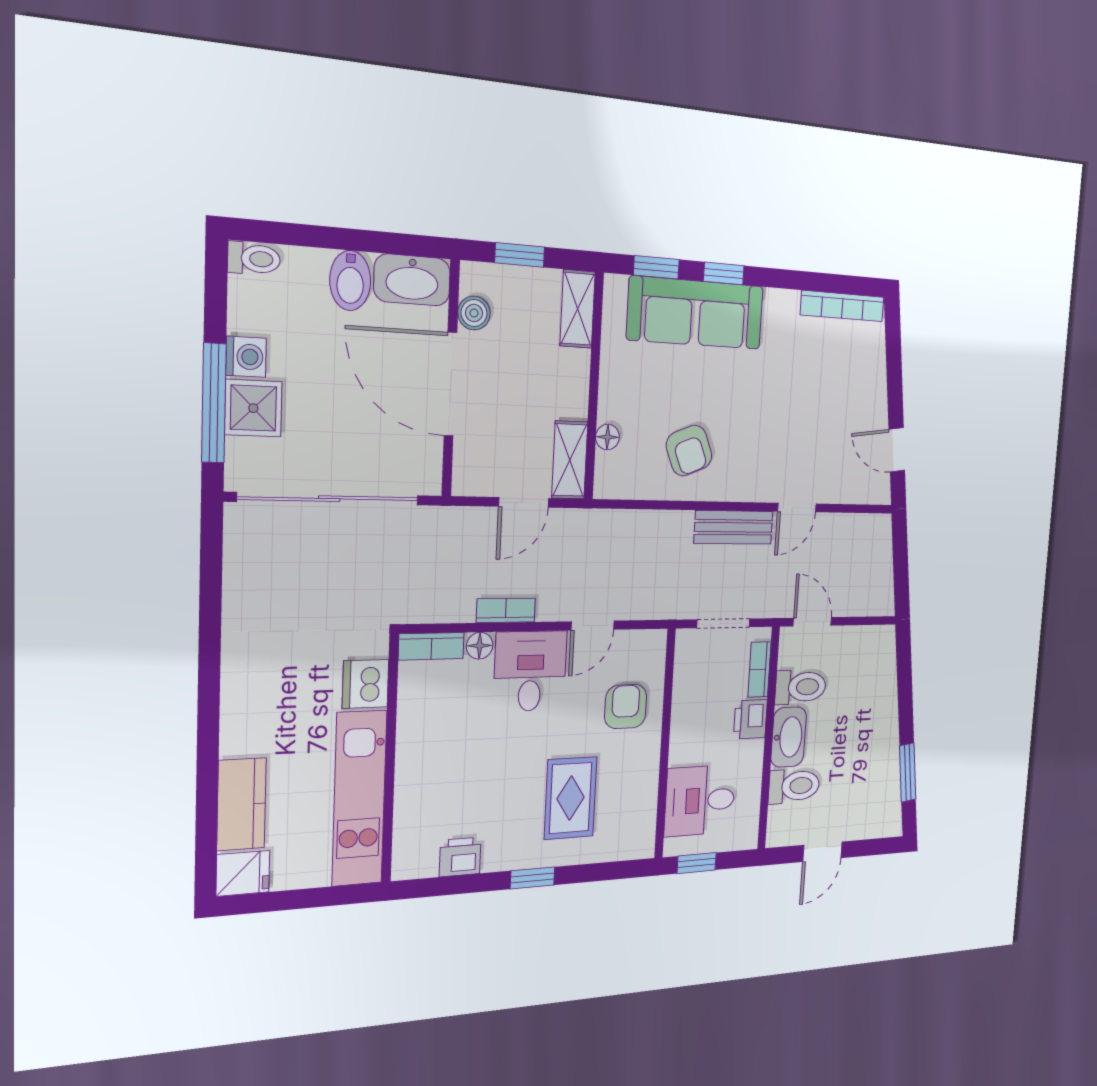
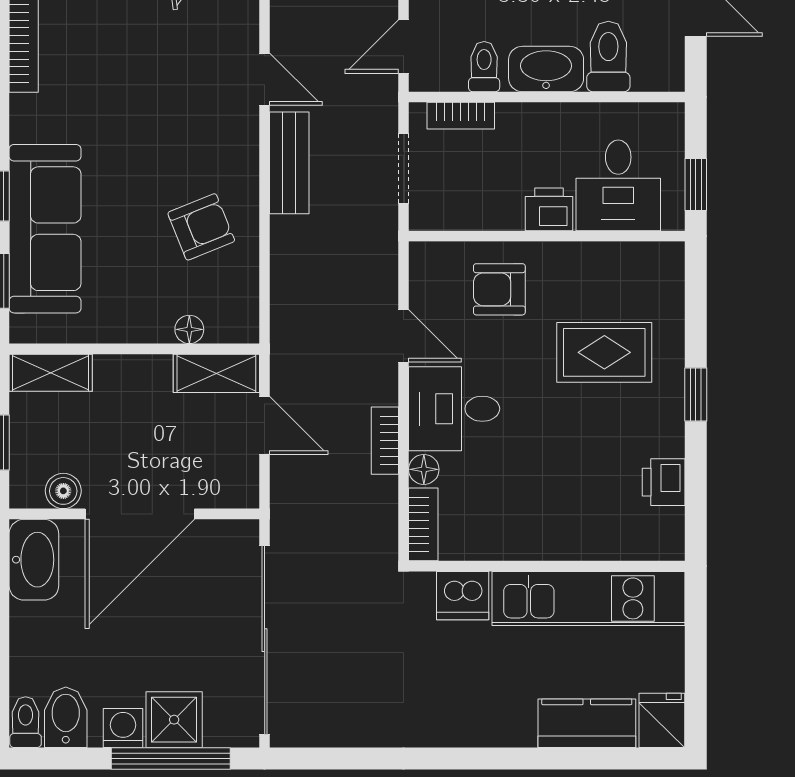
bidet: (350, 281) -> (66, 717), moved, turned -90
toilet: (801, 687) -> (484, 67), width x0.73, depth x0.72
printer: (750, 719) -> (549, 209), moved, turned 180

